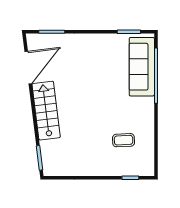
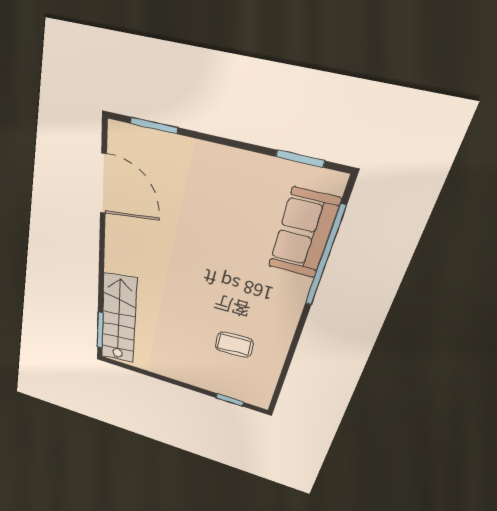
sofa: (142, 67) -> (304, 233), width x0.73
door: (28, 68) -> (103, 184), hinge flipped
stairs: (46, 111) -> (119, 319), moved

